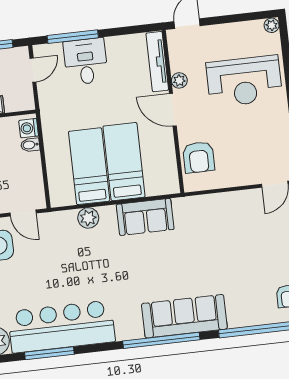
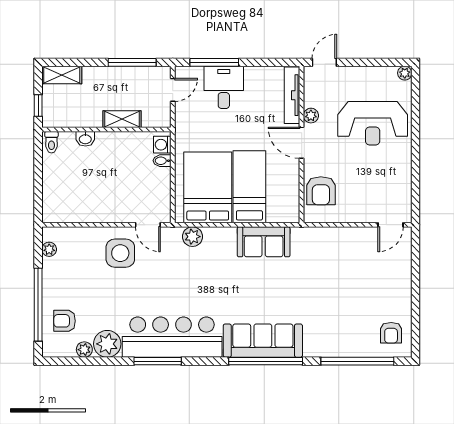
bed: (89, 166) -> (208, 187), width x1.50
plant: (88, 218) -> (193, 237), moved
sofa: (184, 316) -> (263, 341), moved

